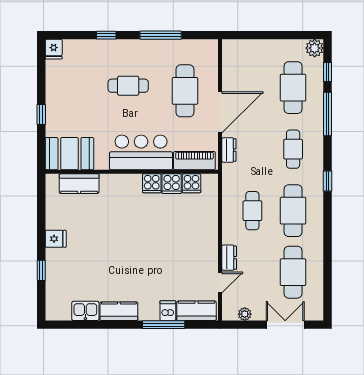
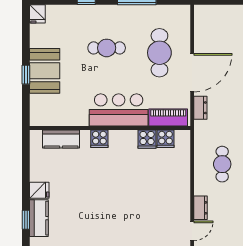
booth: (69, 154) -> (45, 71), moved, turned 90
cooker: (152, 183) -> (99, 139), moved
kitchen counter: (55, 269) -> (39, 218), added

